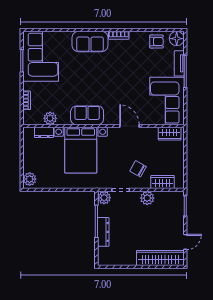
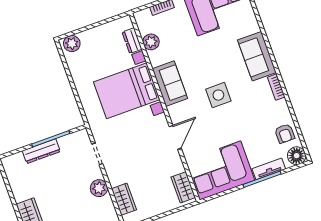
side table: (109, 82) -> (218, 95), added
chair: (138, 169) -> (129, 165), removed
plant: (104, 198) -> (81, 138), removed

